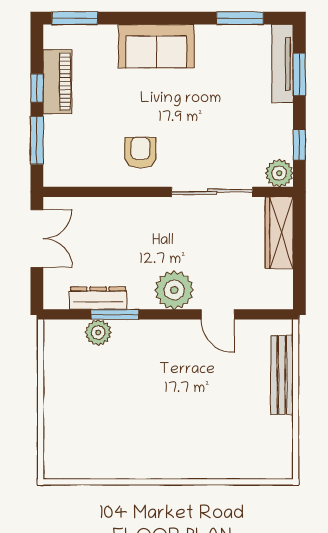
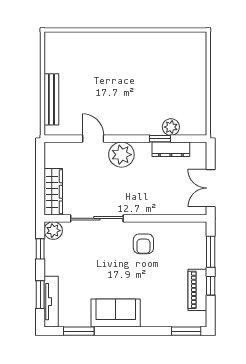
sofa: (156, 46) -> (116, 313), moved
window: (115, 314) -> (160, 139), width x0.67

